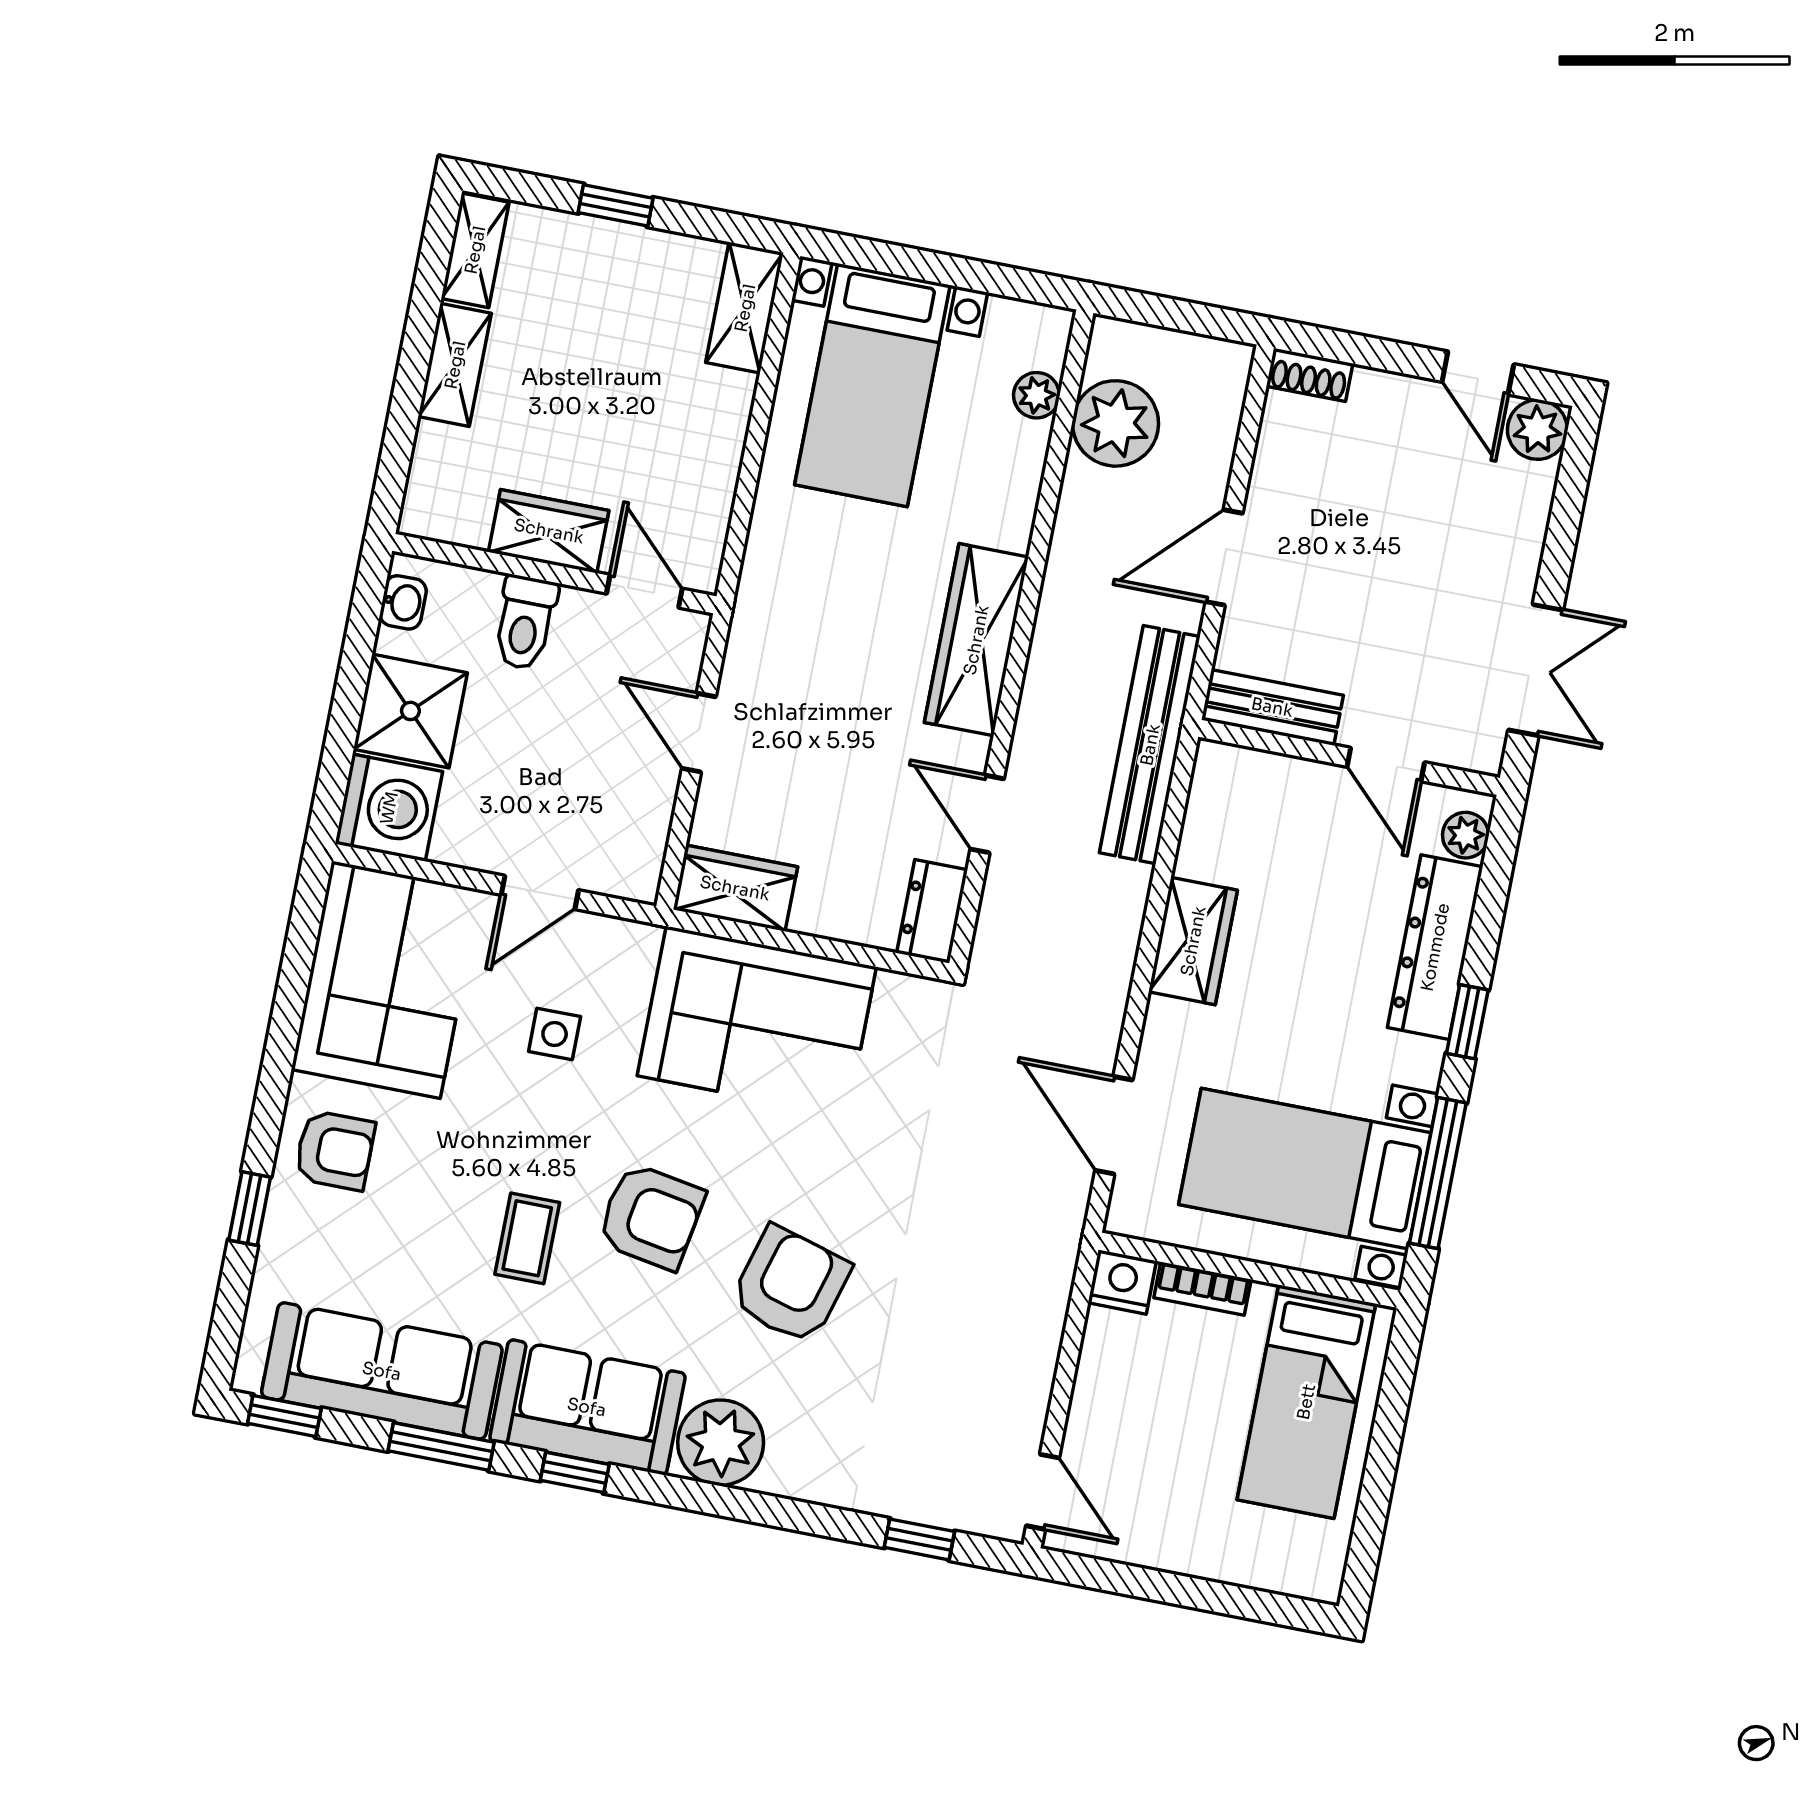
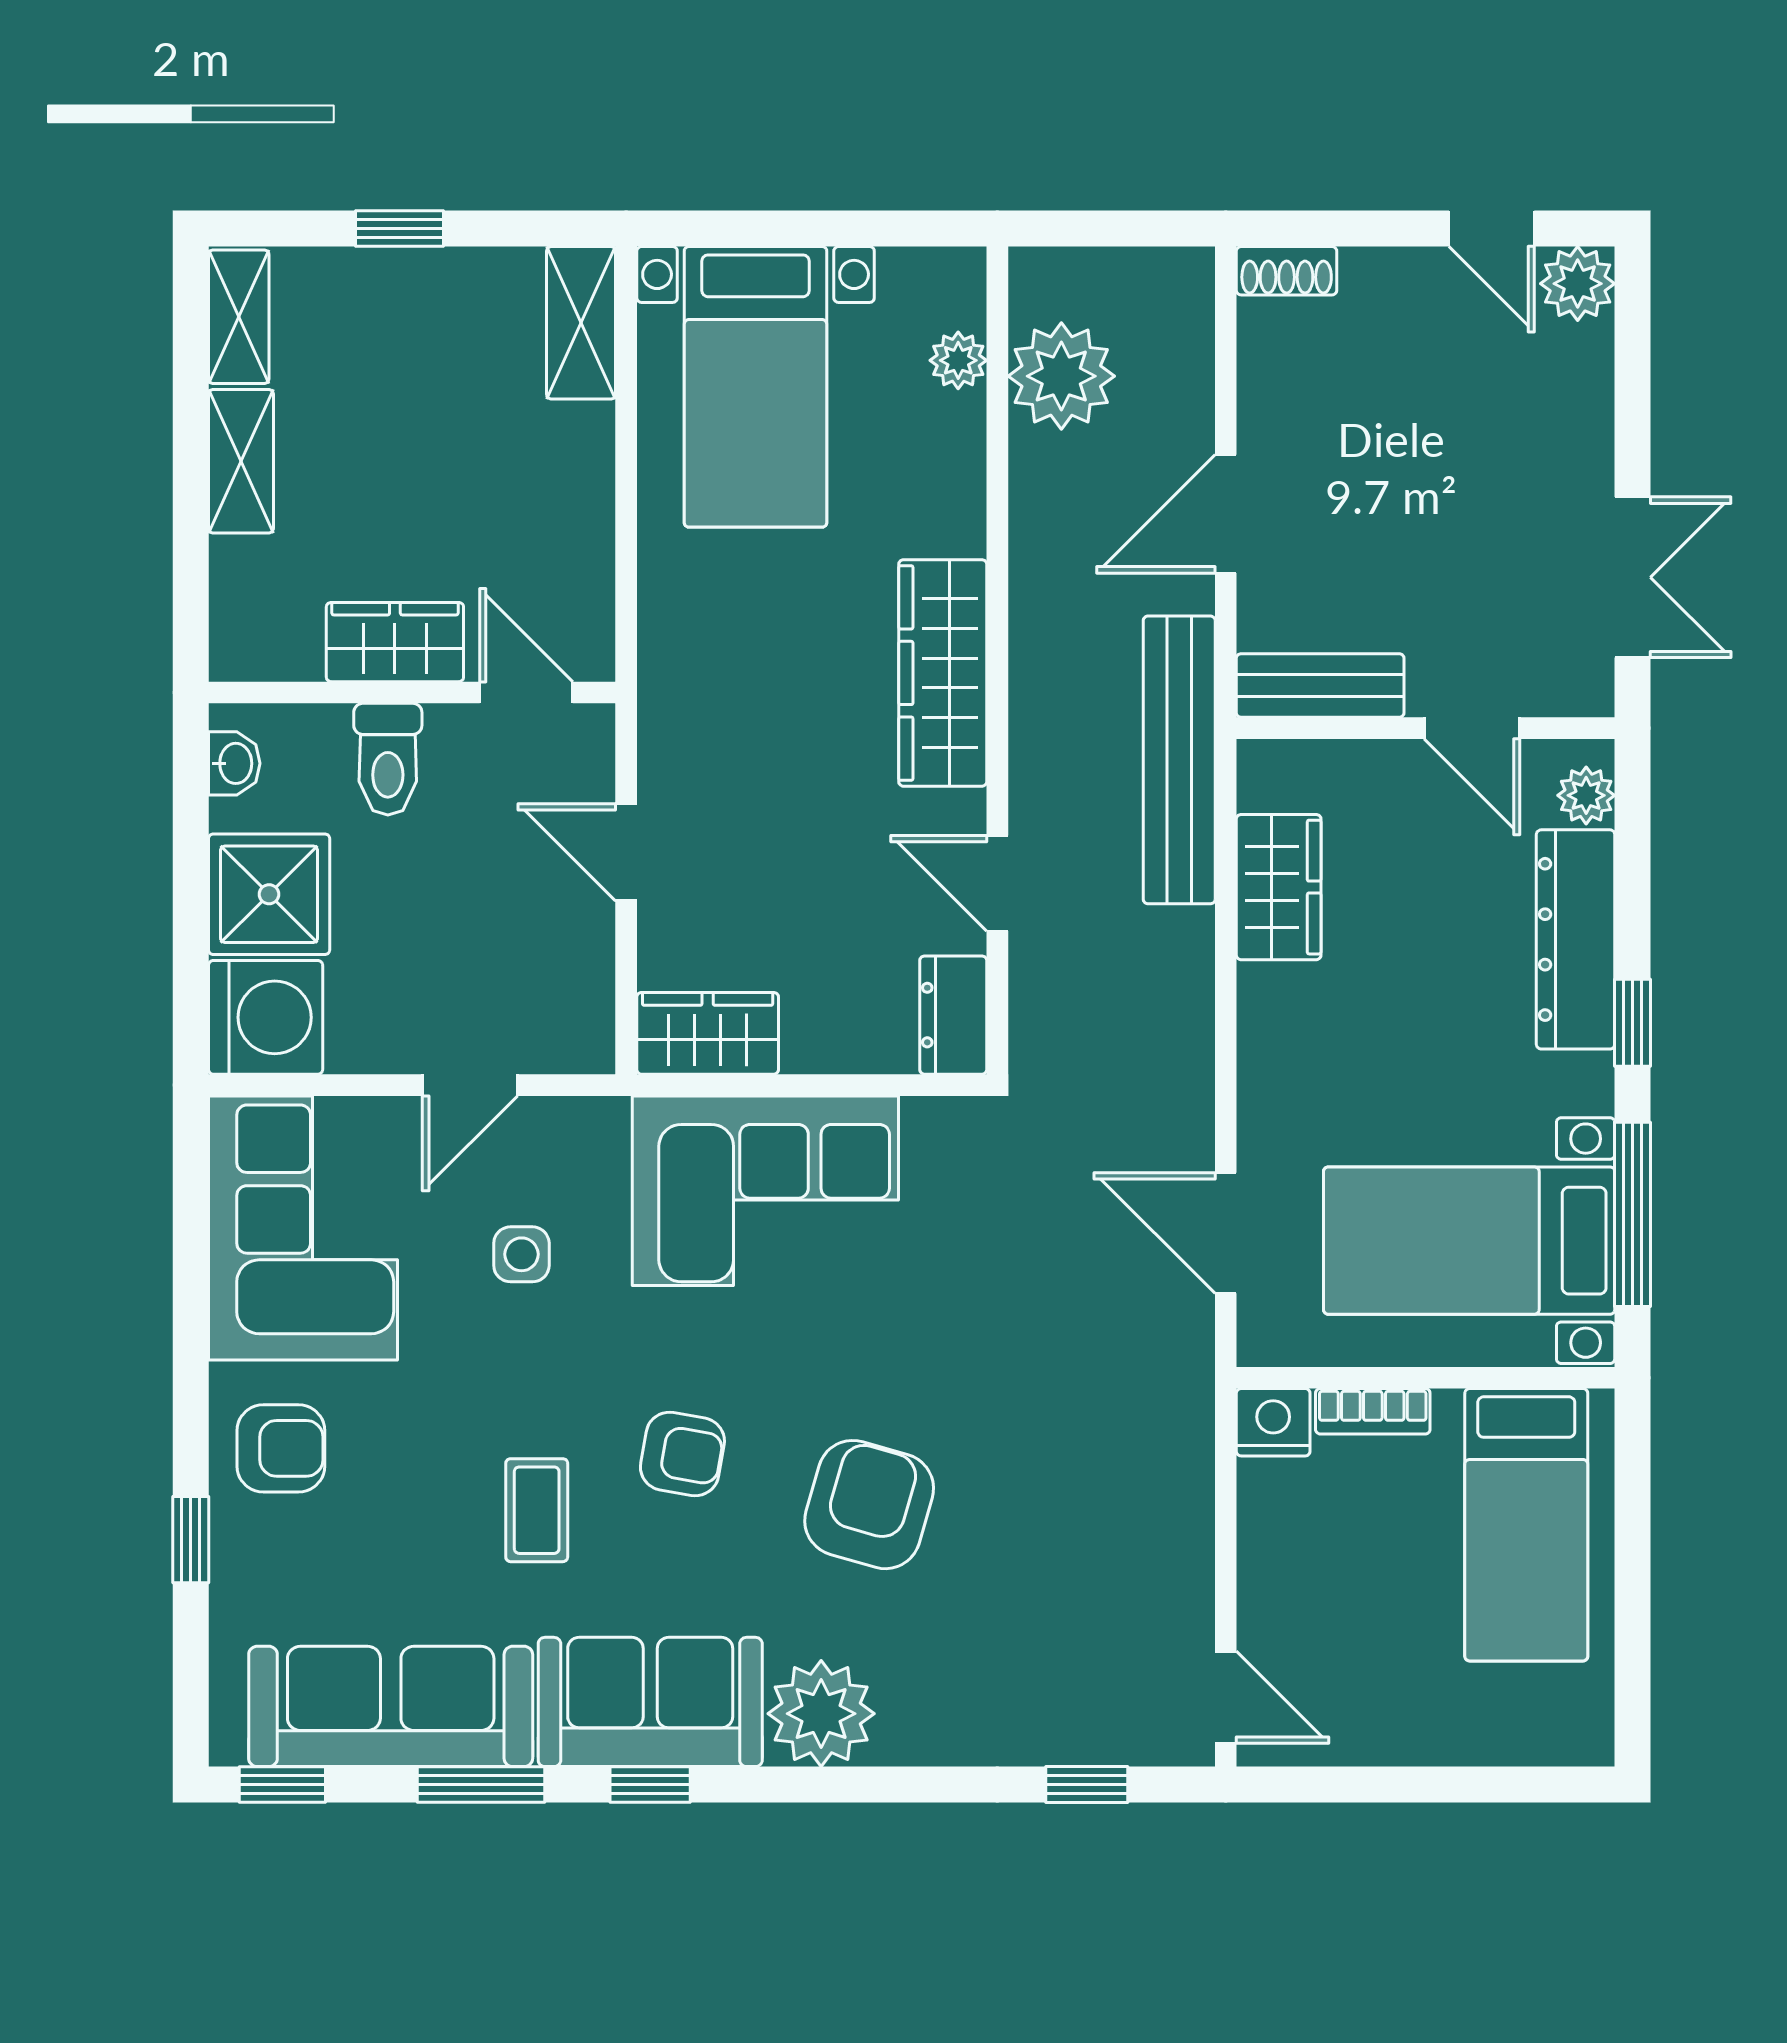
wardrobe: (1193, 941) -> (1279, 887), moved
armchair: (651, 1216) -> (682, 1454), width x0.72, depth x0.72

